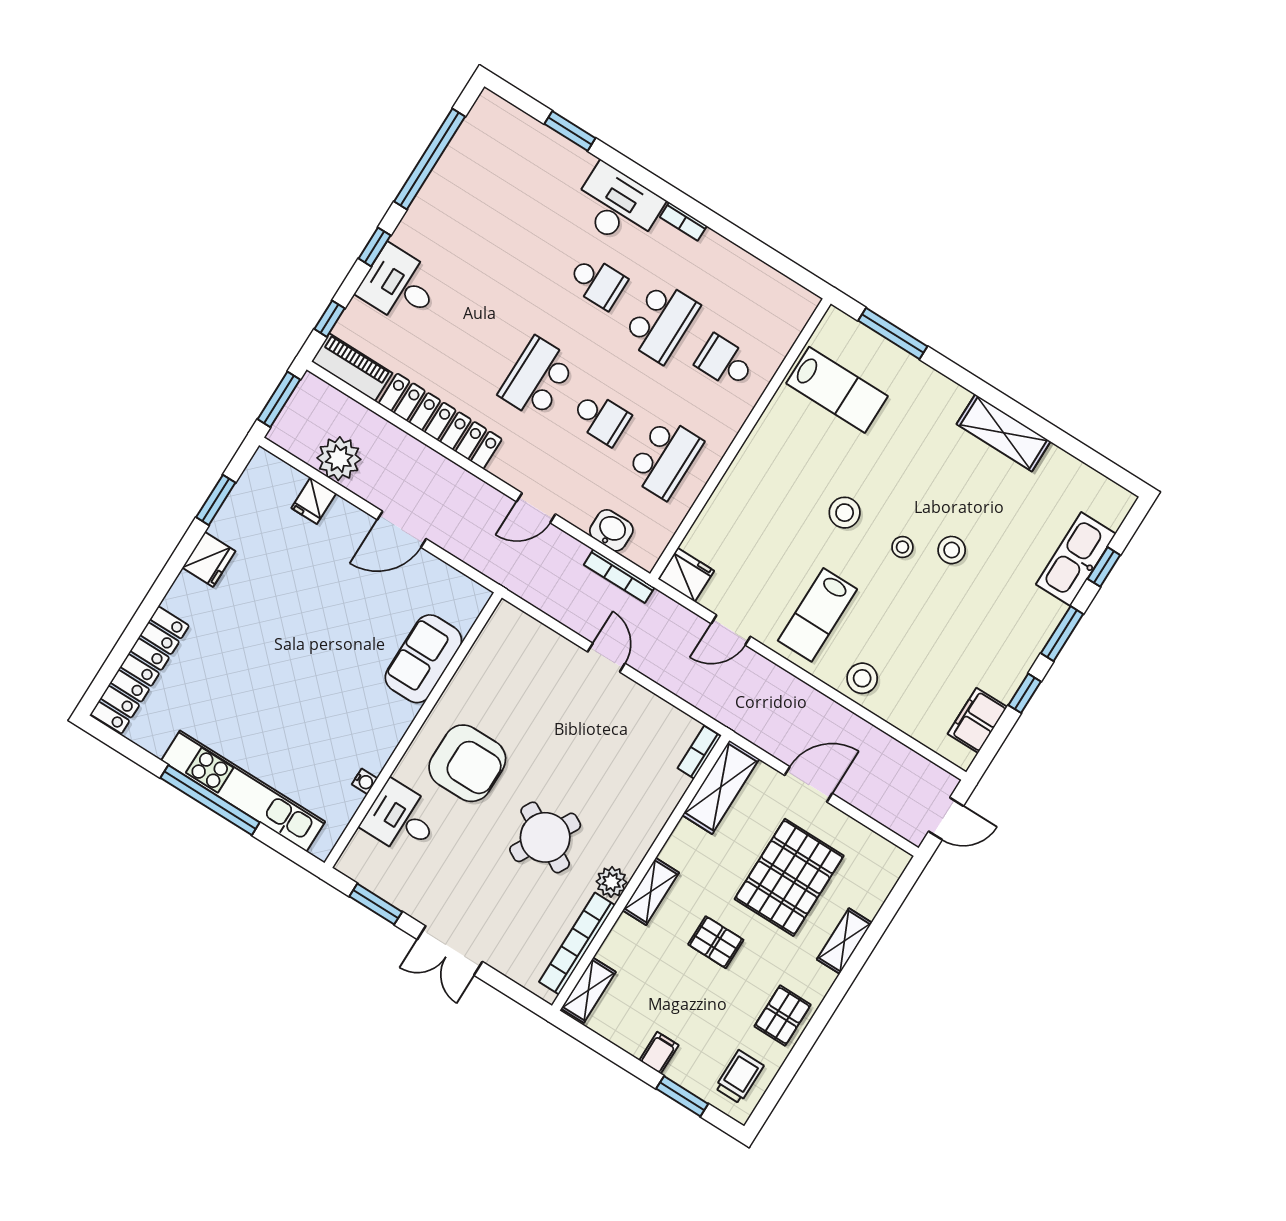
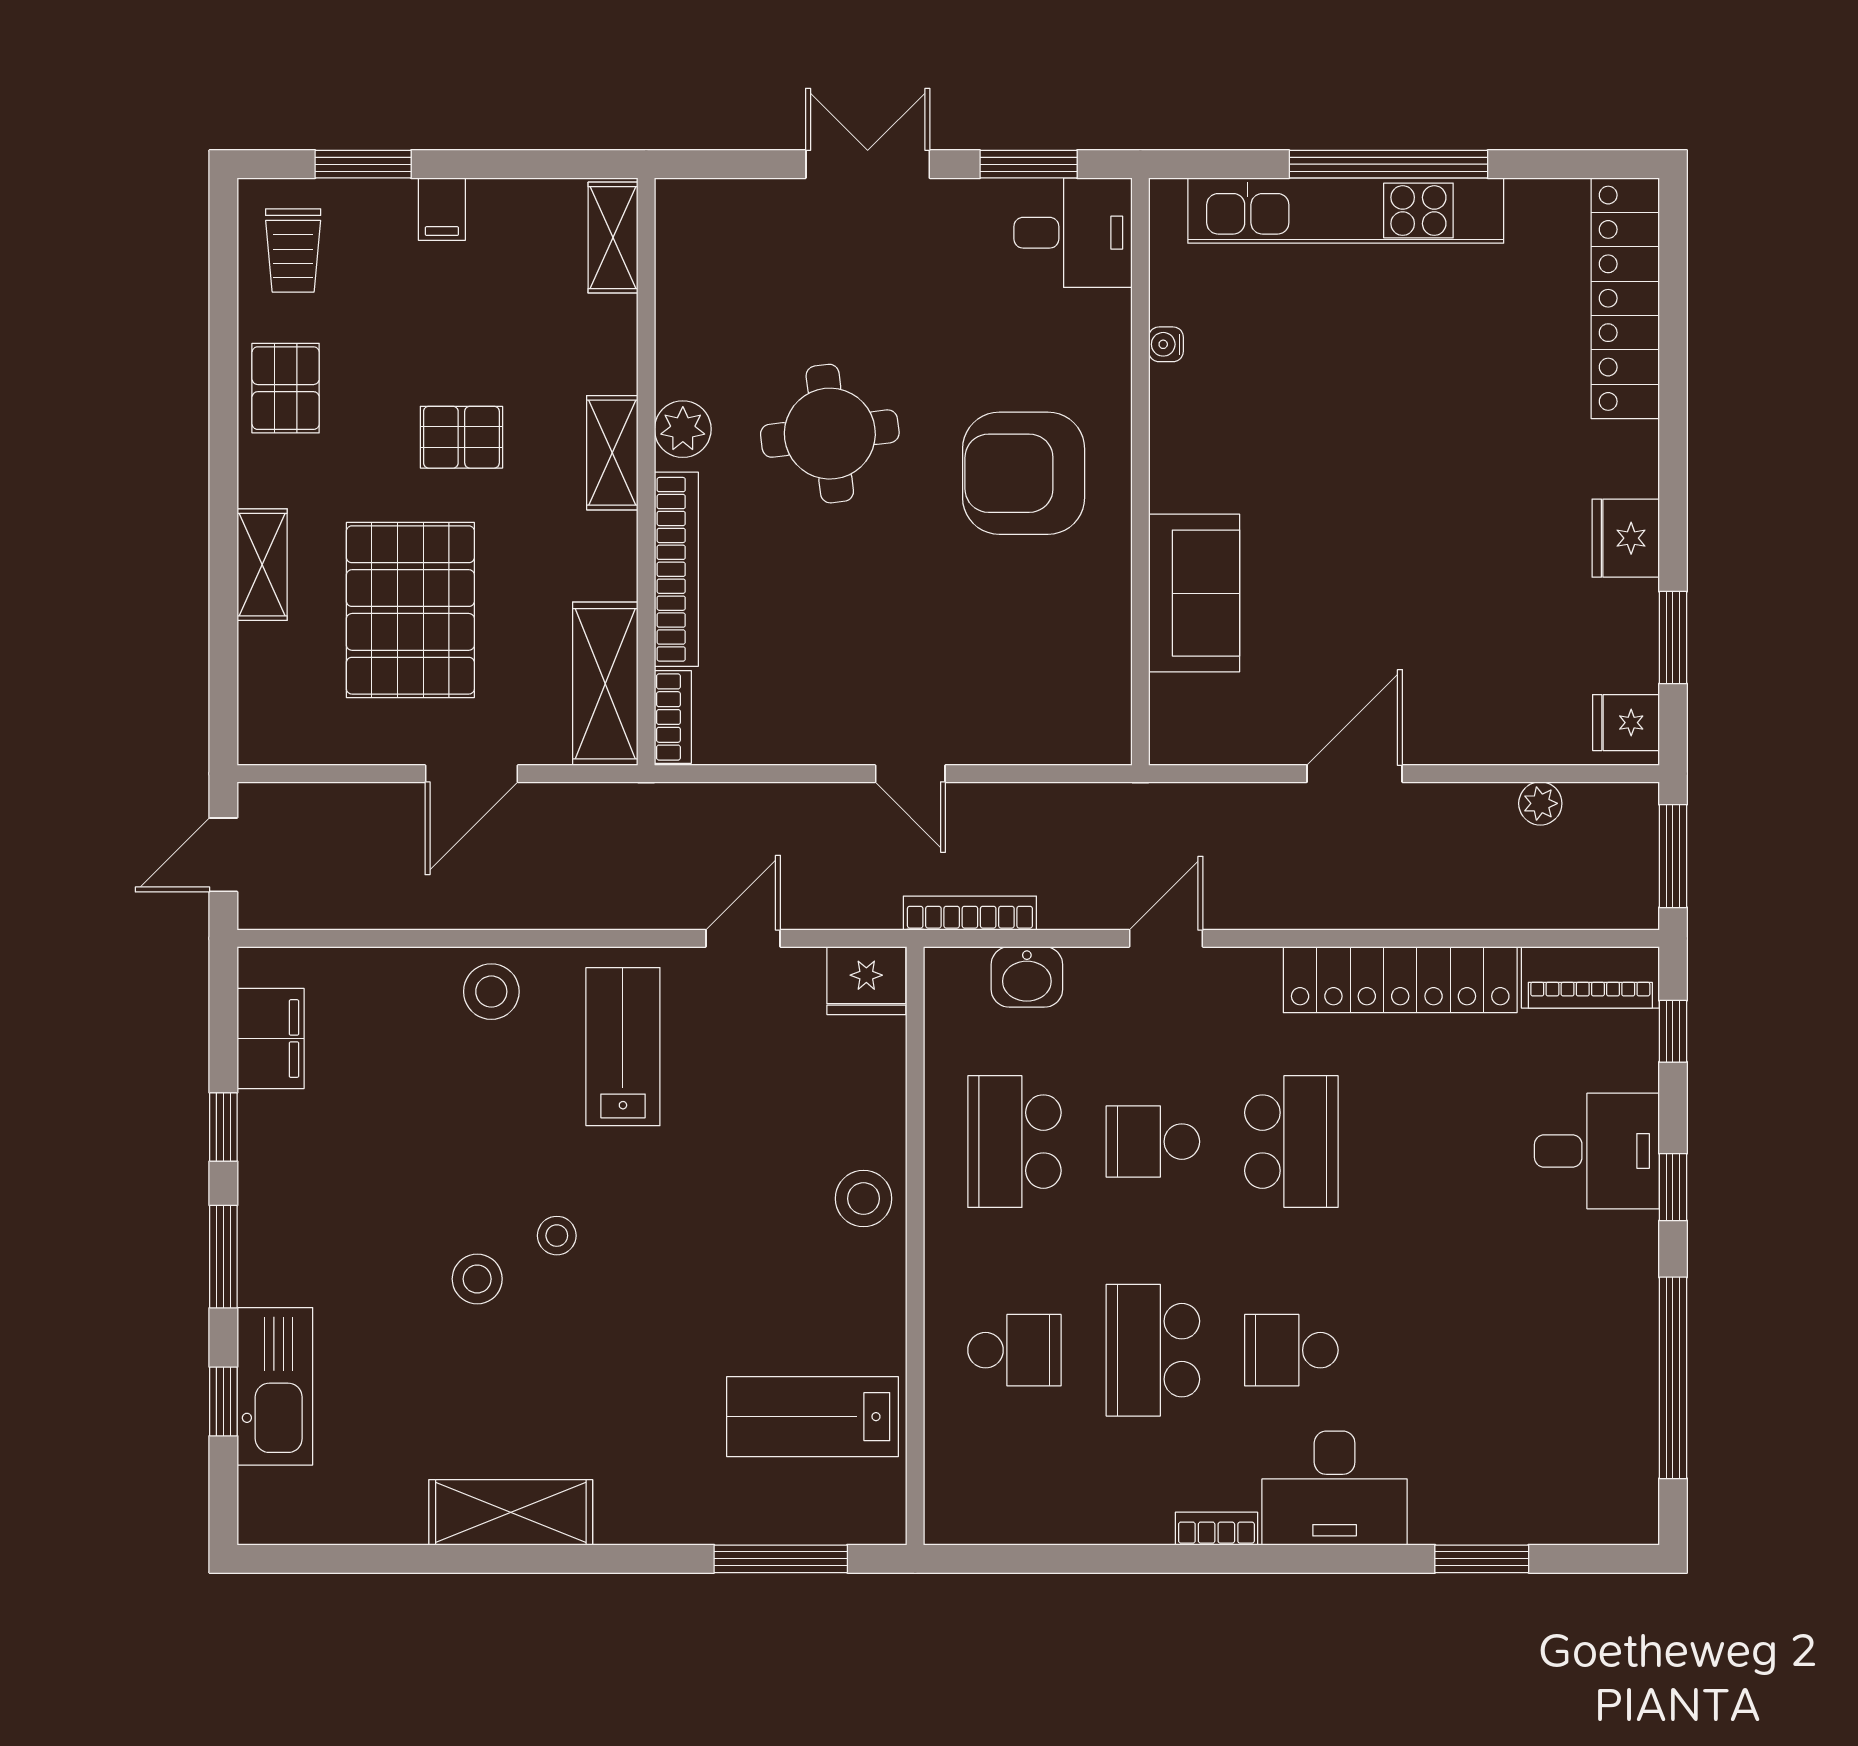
plant: (339, 459) -> (1540, 803), width x0.53, depth x0.53
fridge: (314, 501) -> (1626, 723), moved, turned -90
stool: (845, 513) -> (864, 1199), moved
desk: (401, 819) -> (1073, 233), moved
round table: (545, 837) -> (830, 434), turned -36
bookcase: (577, 944) -> (676, 569), moved

